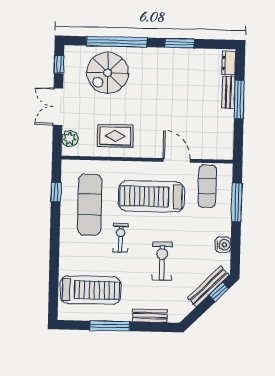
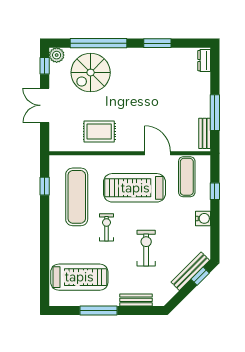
bench: (228, 92) -> (205, 133), moved
window: (239, 100) -> (215, 113), moved
plant: (70, 139) -> (57, 55), moved
window: (237, 202) -> (215, 191), width x0.46
water cooler: (223, 245) -> (203, 218), moved

